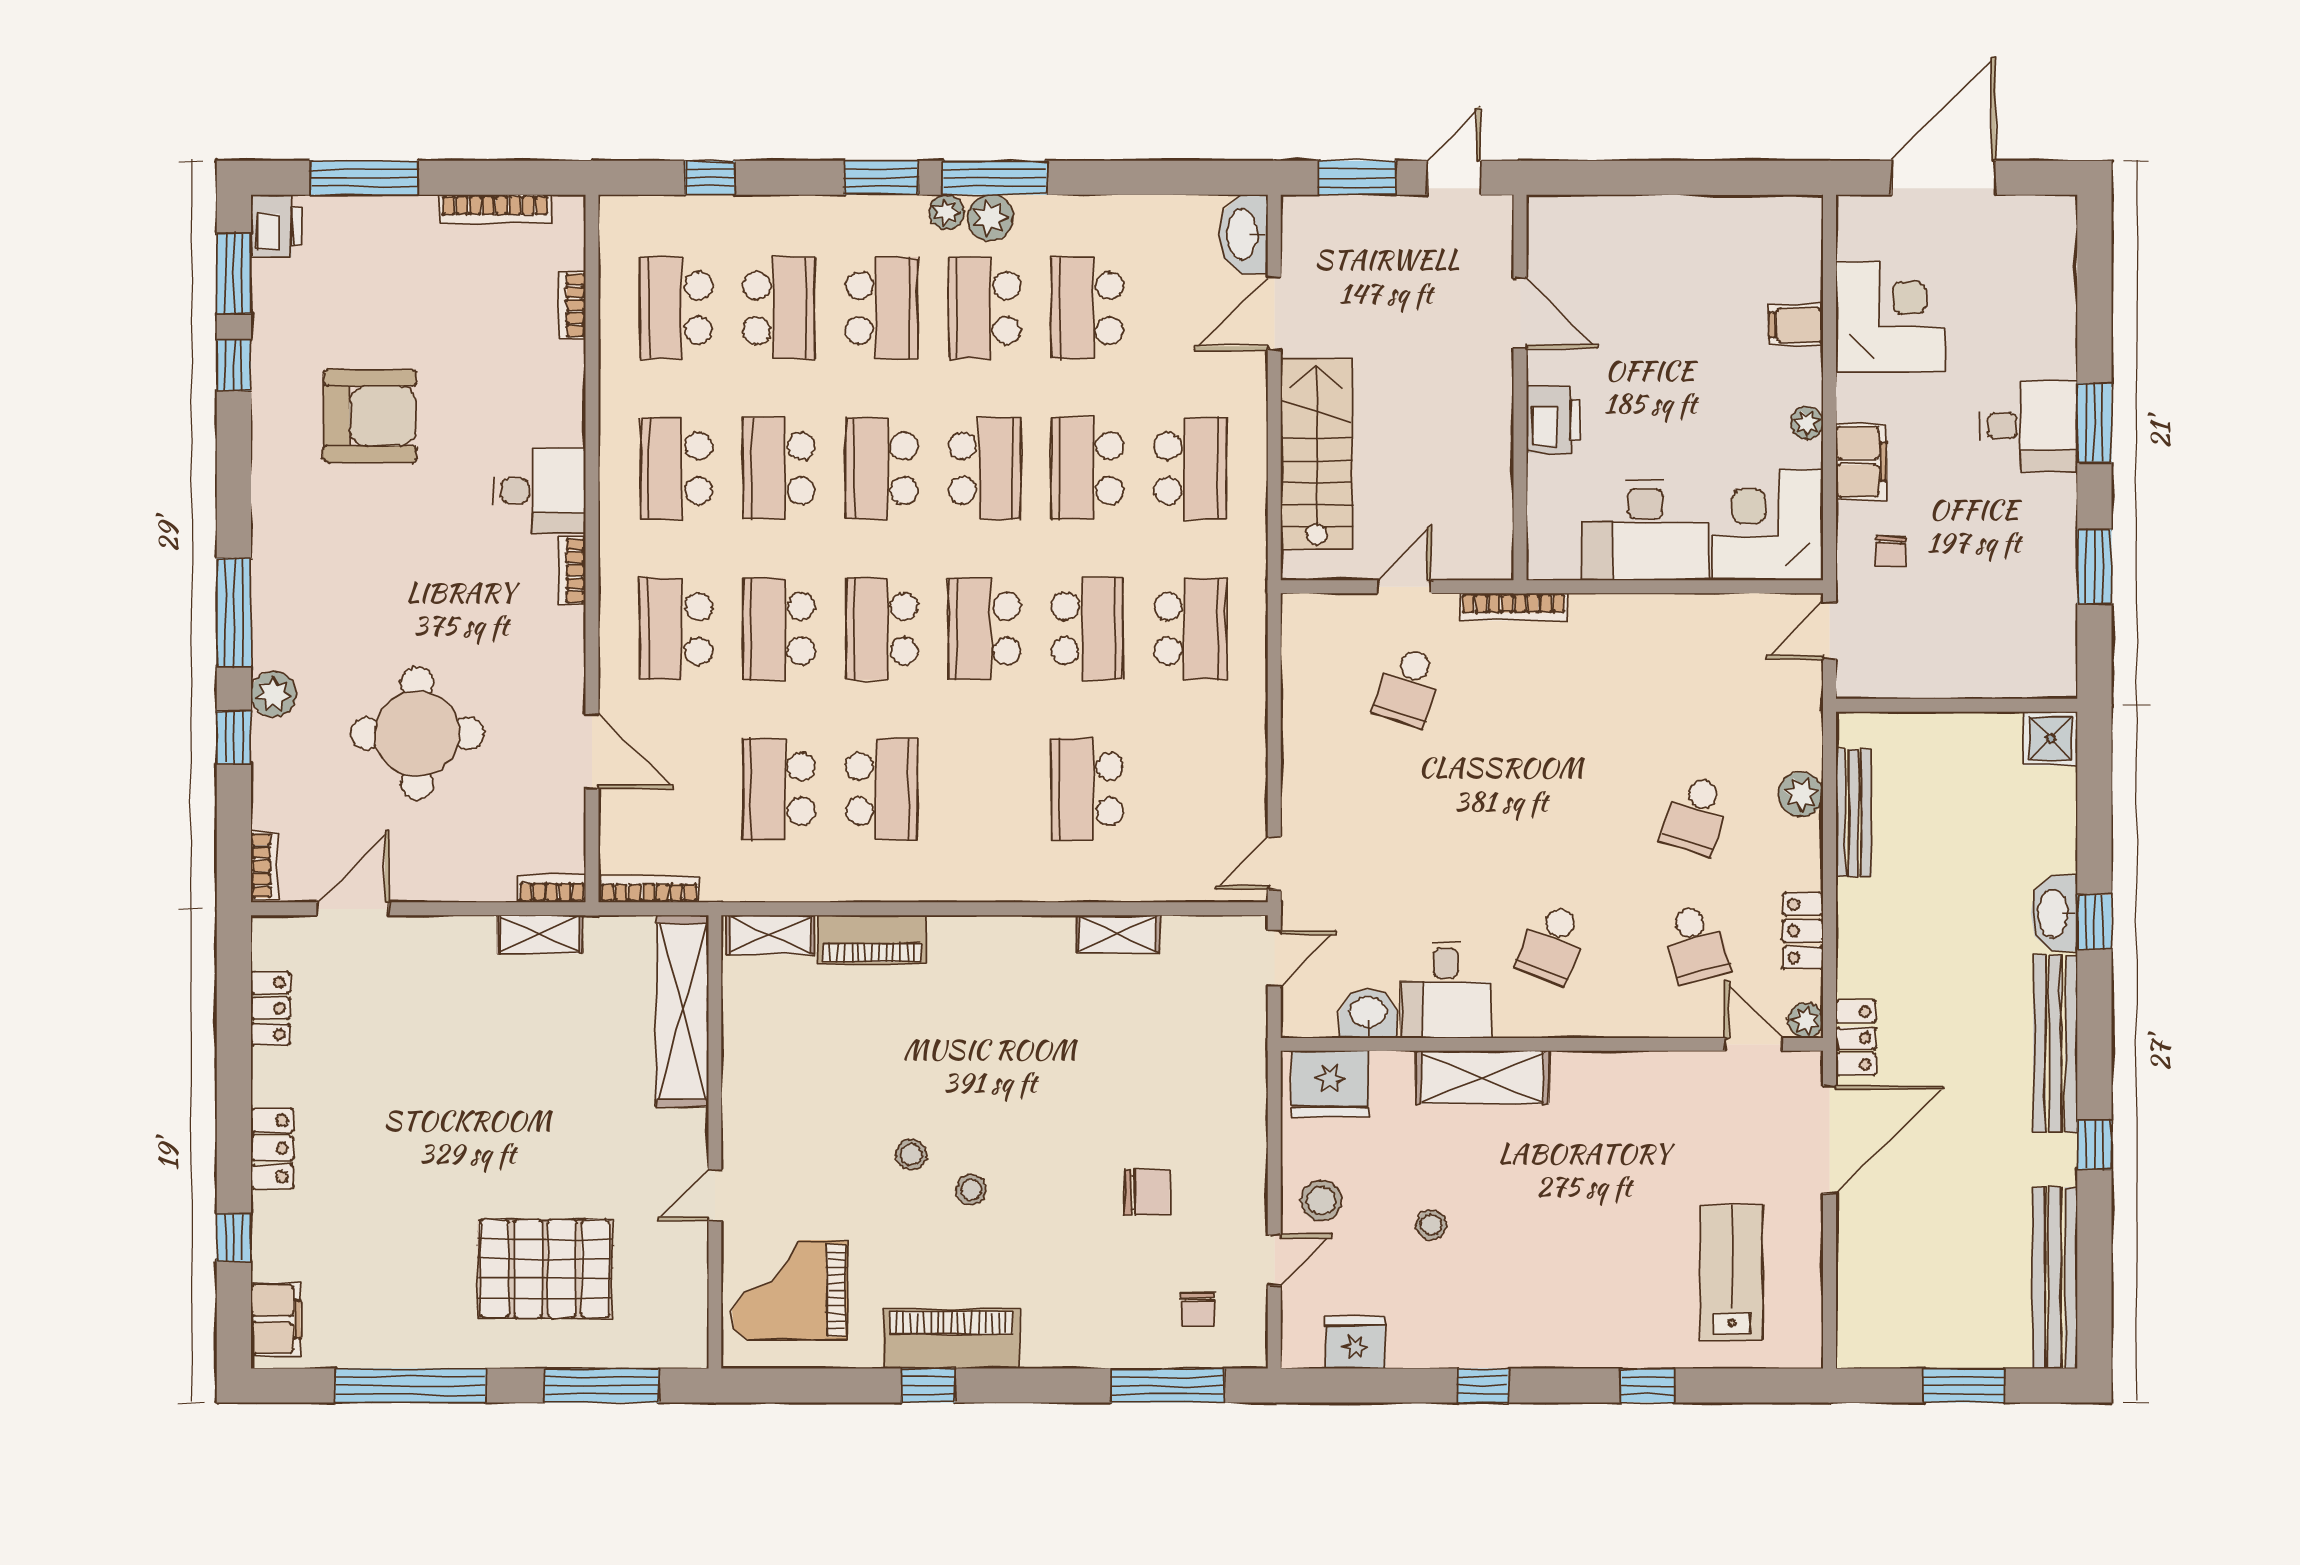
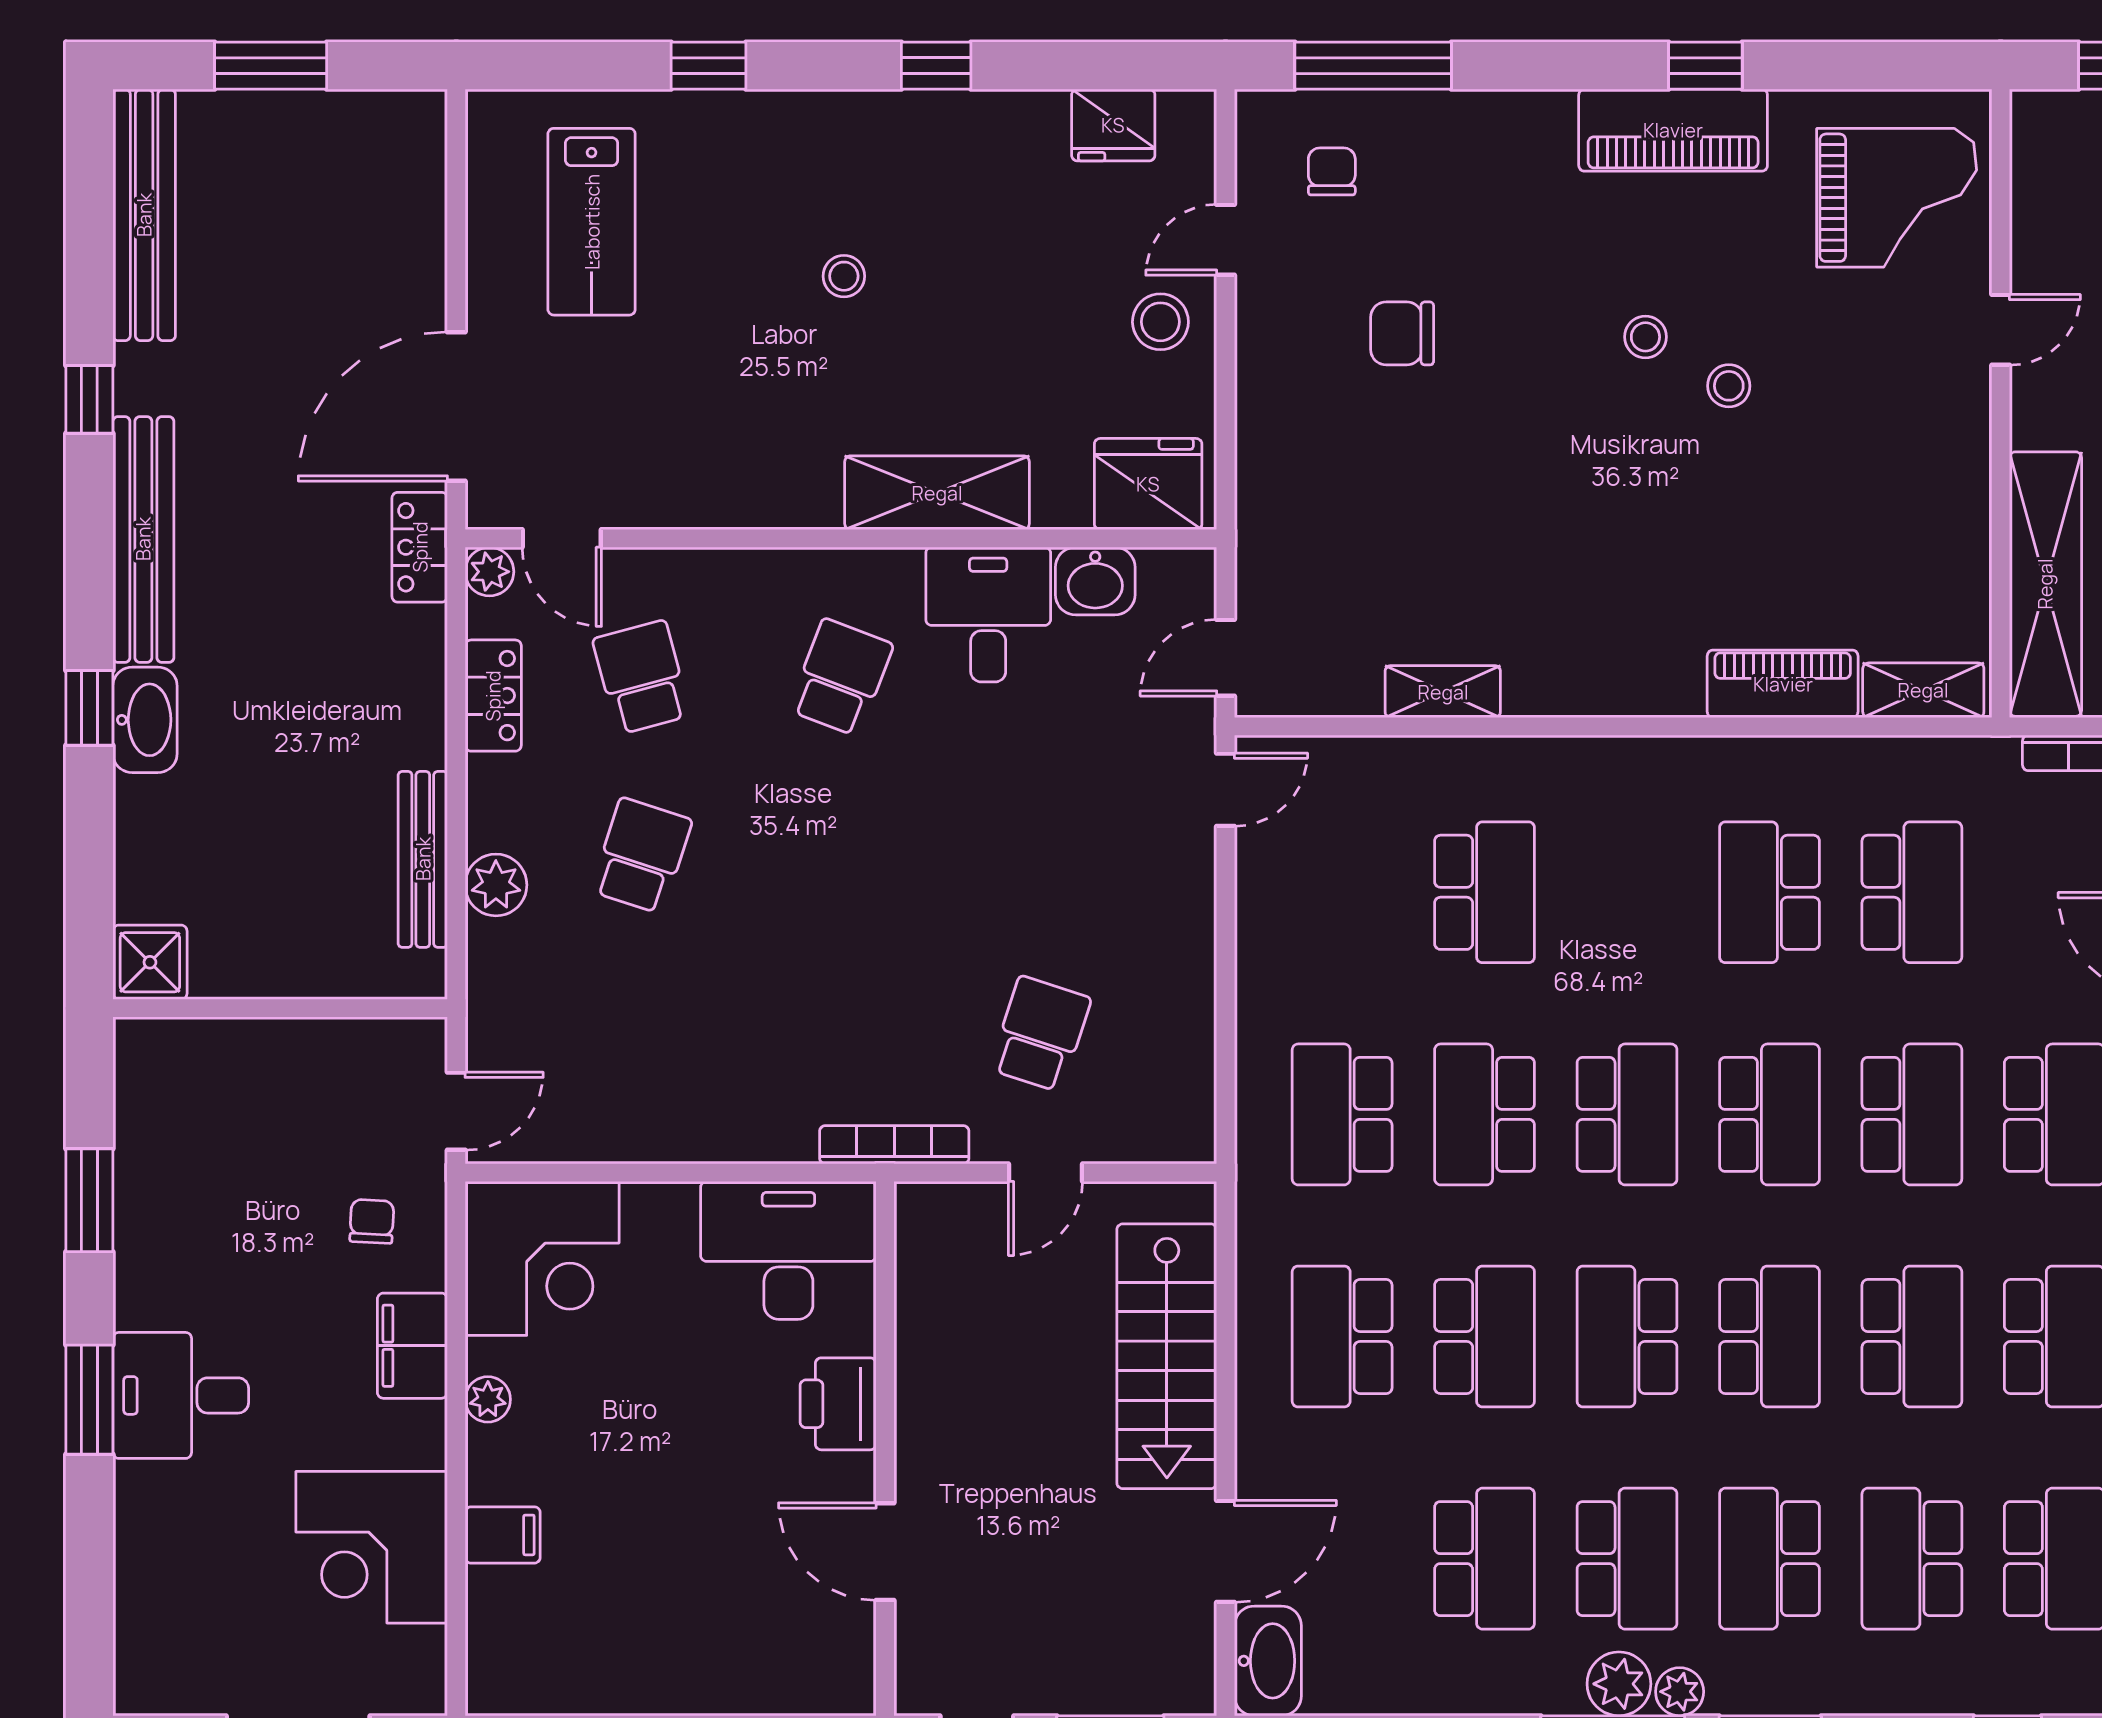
desk: (1645, 531) -> (788, 1250), moved
stool: (1431, 1225) -> (844, 276), moved

